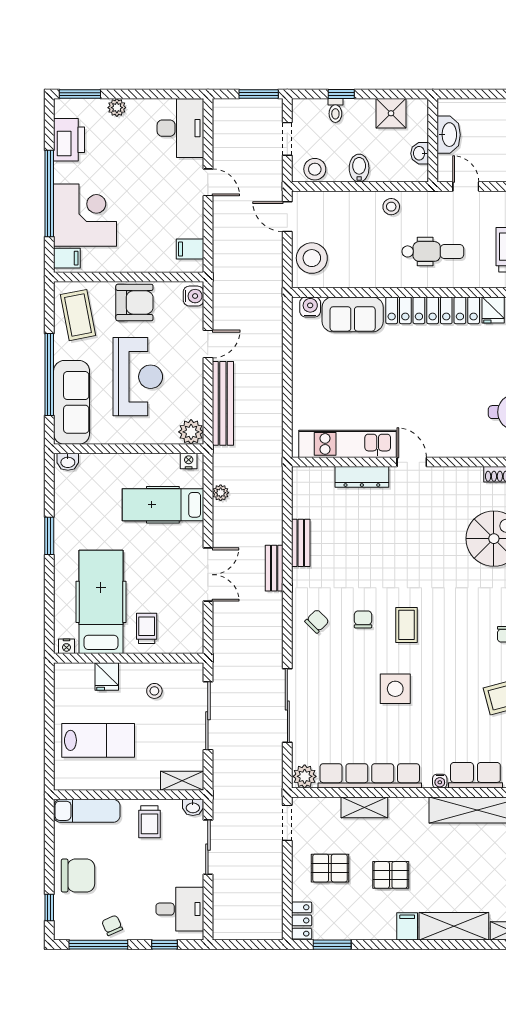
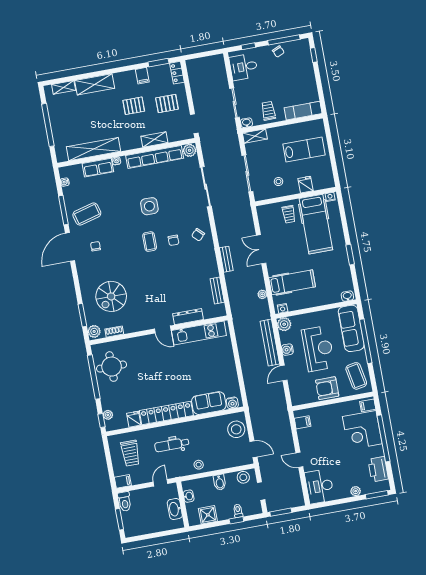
door: (466, 187) -> (161, 483), swing flipped
water cooler: (193, 296) -> (287, 350), moved
reception desk: (138, 377) -> (318, 349), turned 180
bench: (301, 543) -> (217, 291), moved
lab bench: (98, 740) -> (304, 149), turned 180
chair: (78, 876) -> (302, 75), removed
filing cabinet: (407, 926) -> (142, 76), moved

